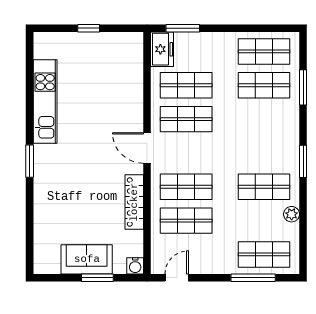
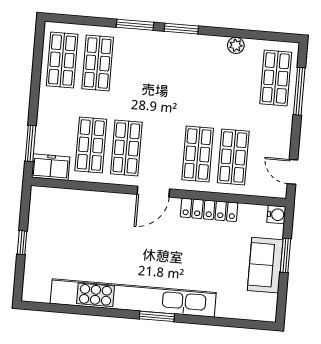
window: (303, 87) -> (135, 25), moved
kitchen unit: (45, 101) -> (133, 298), width x1.86
shop shelf: (264, 187) -> (205, 72), removed

